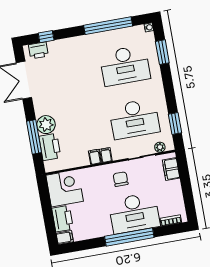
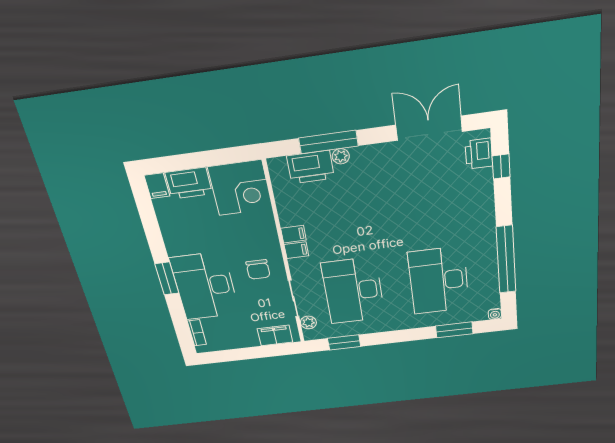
plant: (46, 125) -> (341, 156), width x0.53, depth x0.53
chair: (121, 179) -> (258, 269), turned 90
window: (129, 237) -> (167, 279), width x0.47

